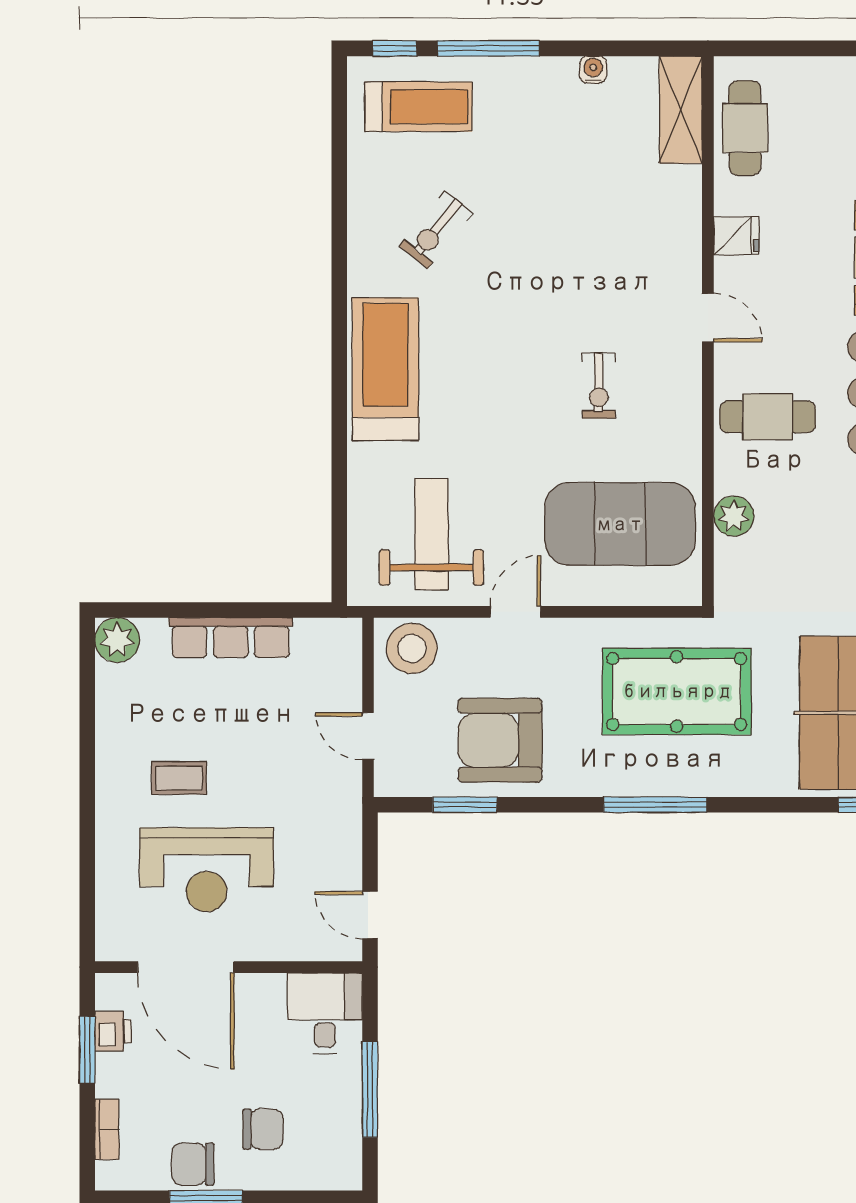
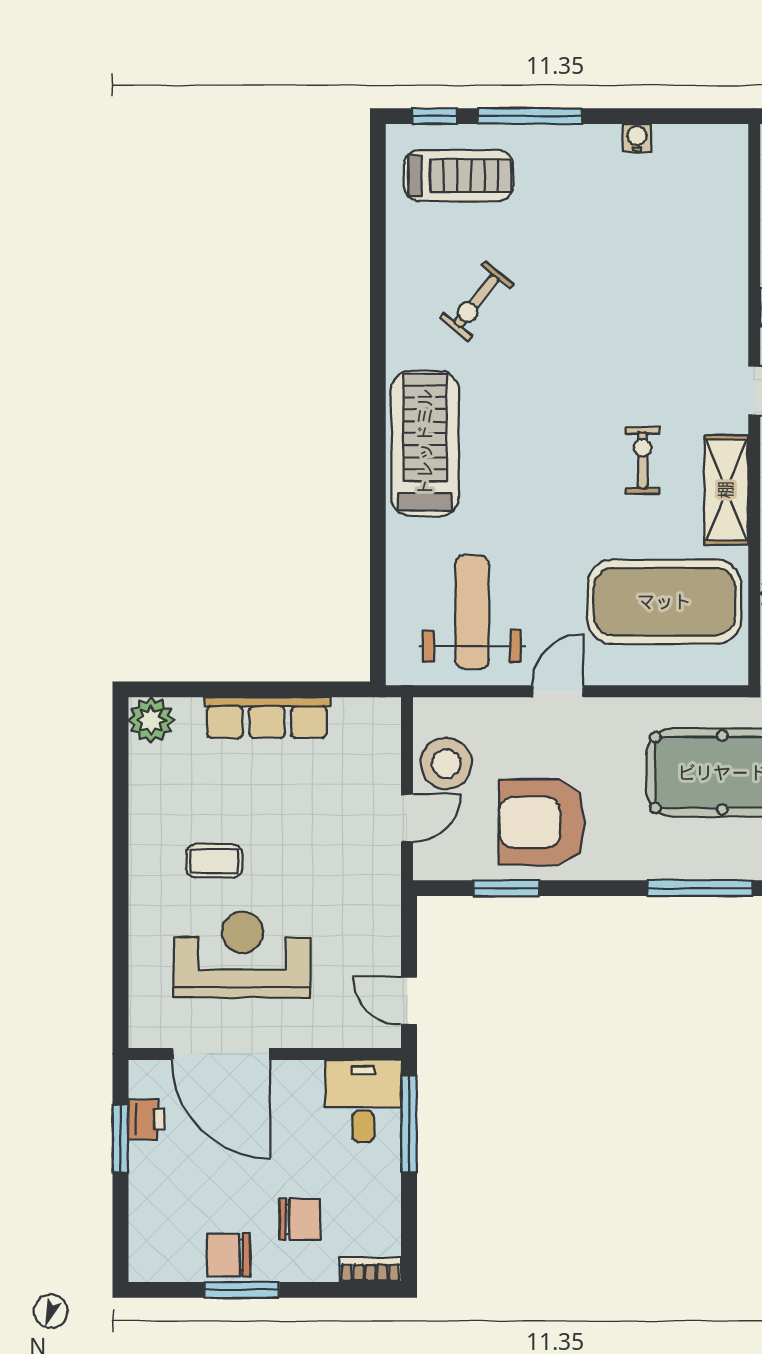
shelving: (681, 110) -> (726, 490), moved
exercise bike: (599, 386) -> (643, 460), turned 180
stool: (412, 648) -> (446, 763), moved
door: (368, 736) -> (407, 818), swing flipped
reception desk: (207, 870) -> (242, 955), turned 180
window: (370, 1090) -> (409, 1124), moved
bookcase: (107, 1129) -> (370, 1270), moved, turned -90

